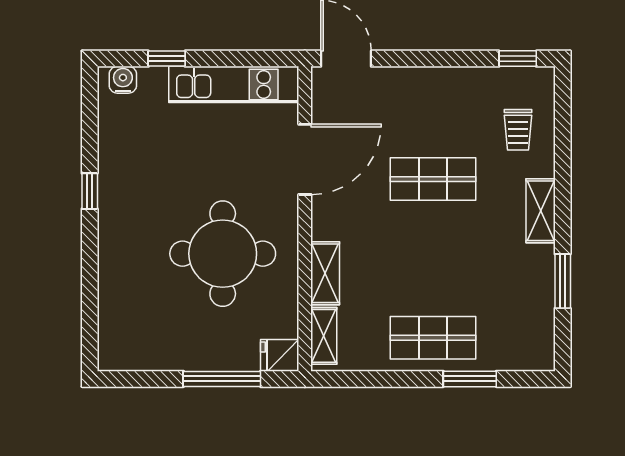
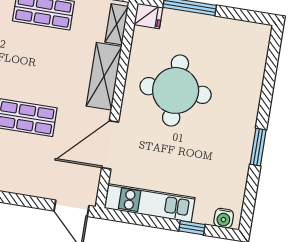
window: (90, 191) -> (258, 147), width x1.50
shelving: (325, 273) -> (104, 76), width x1.50, depth x1.33

